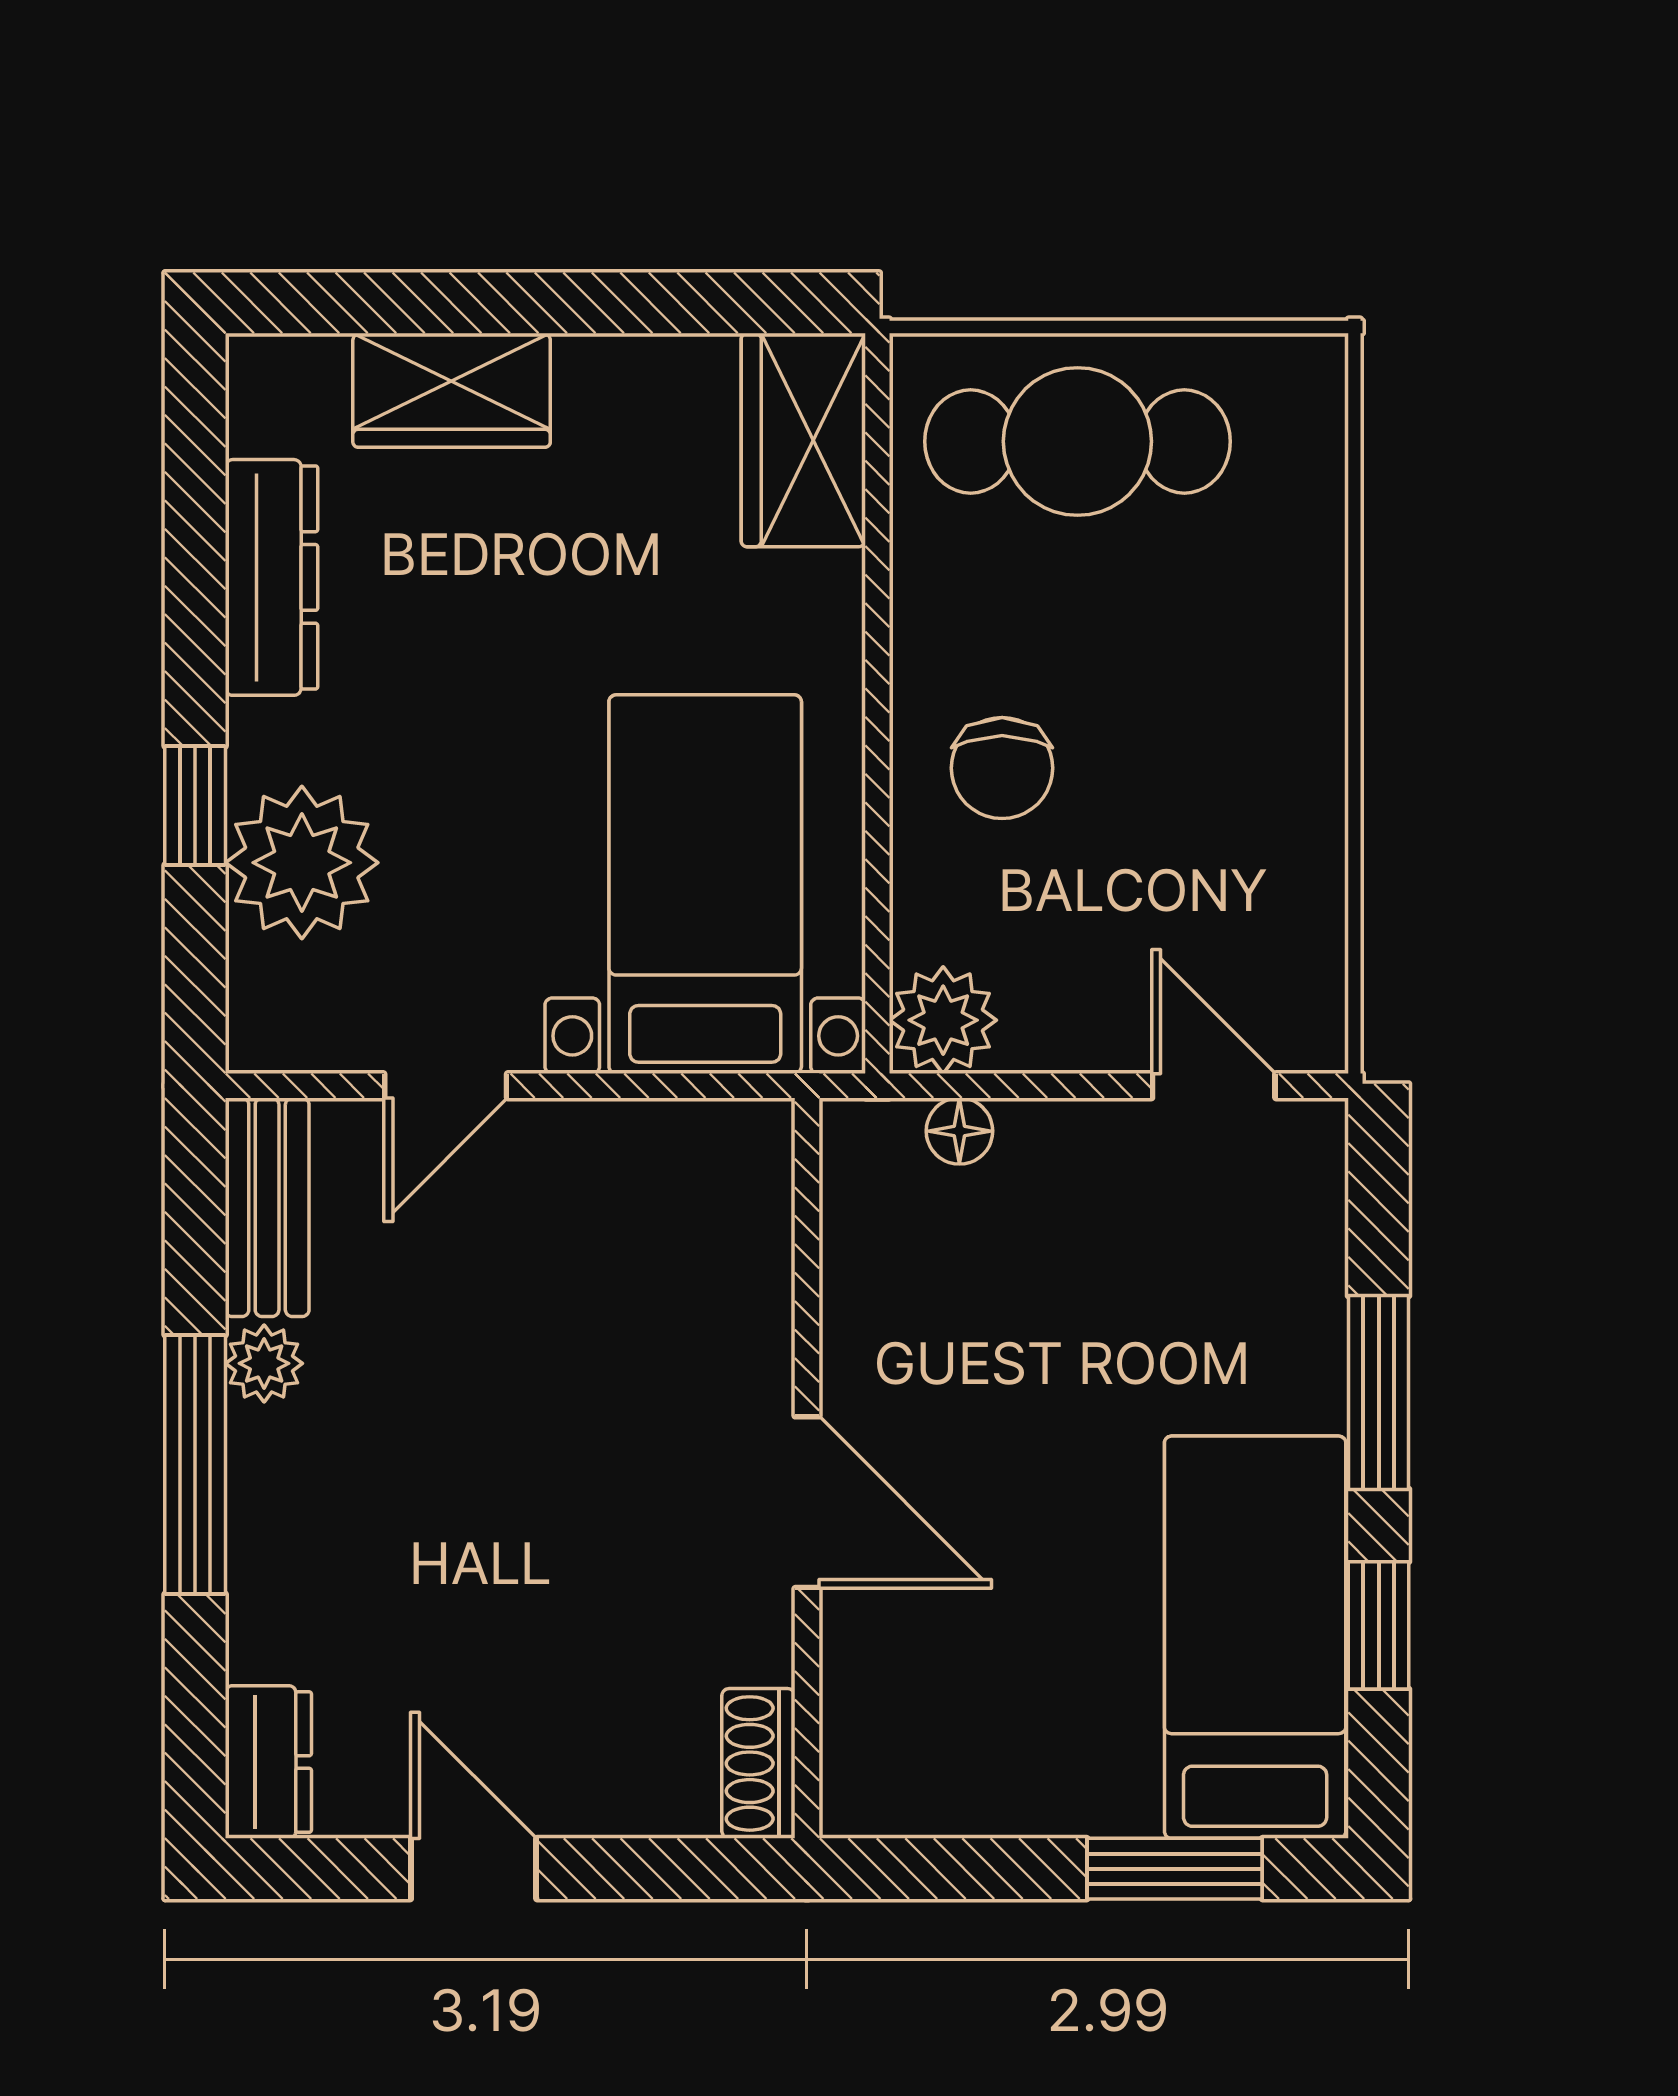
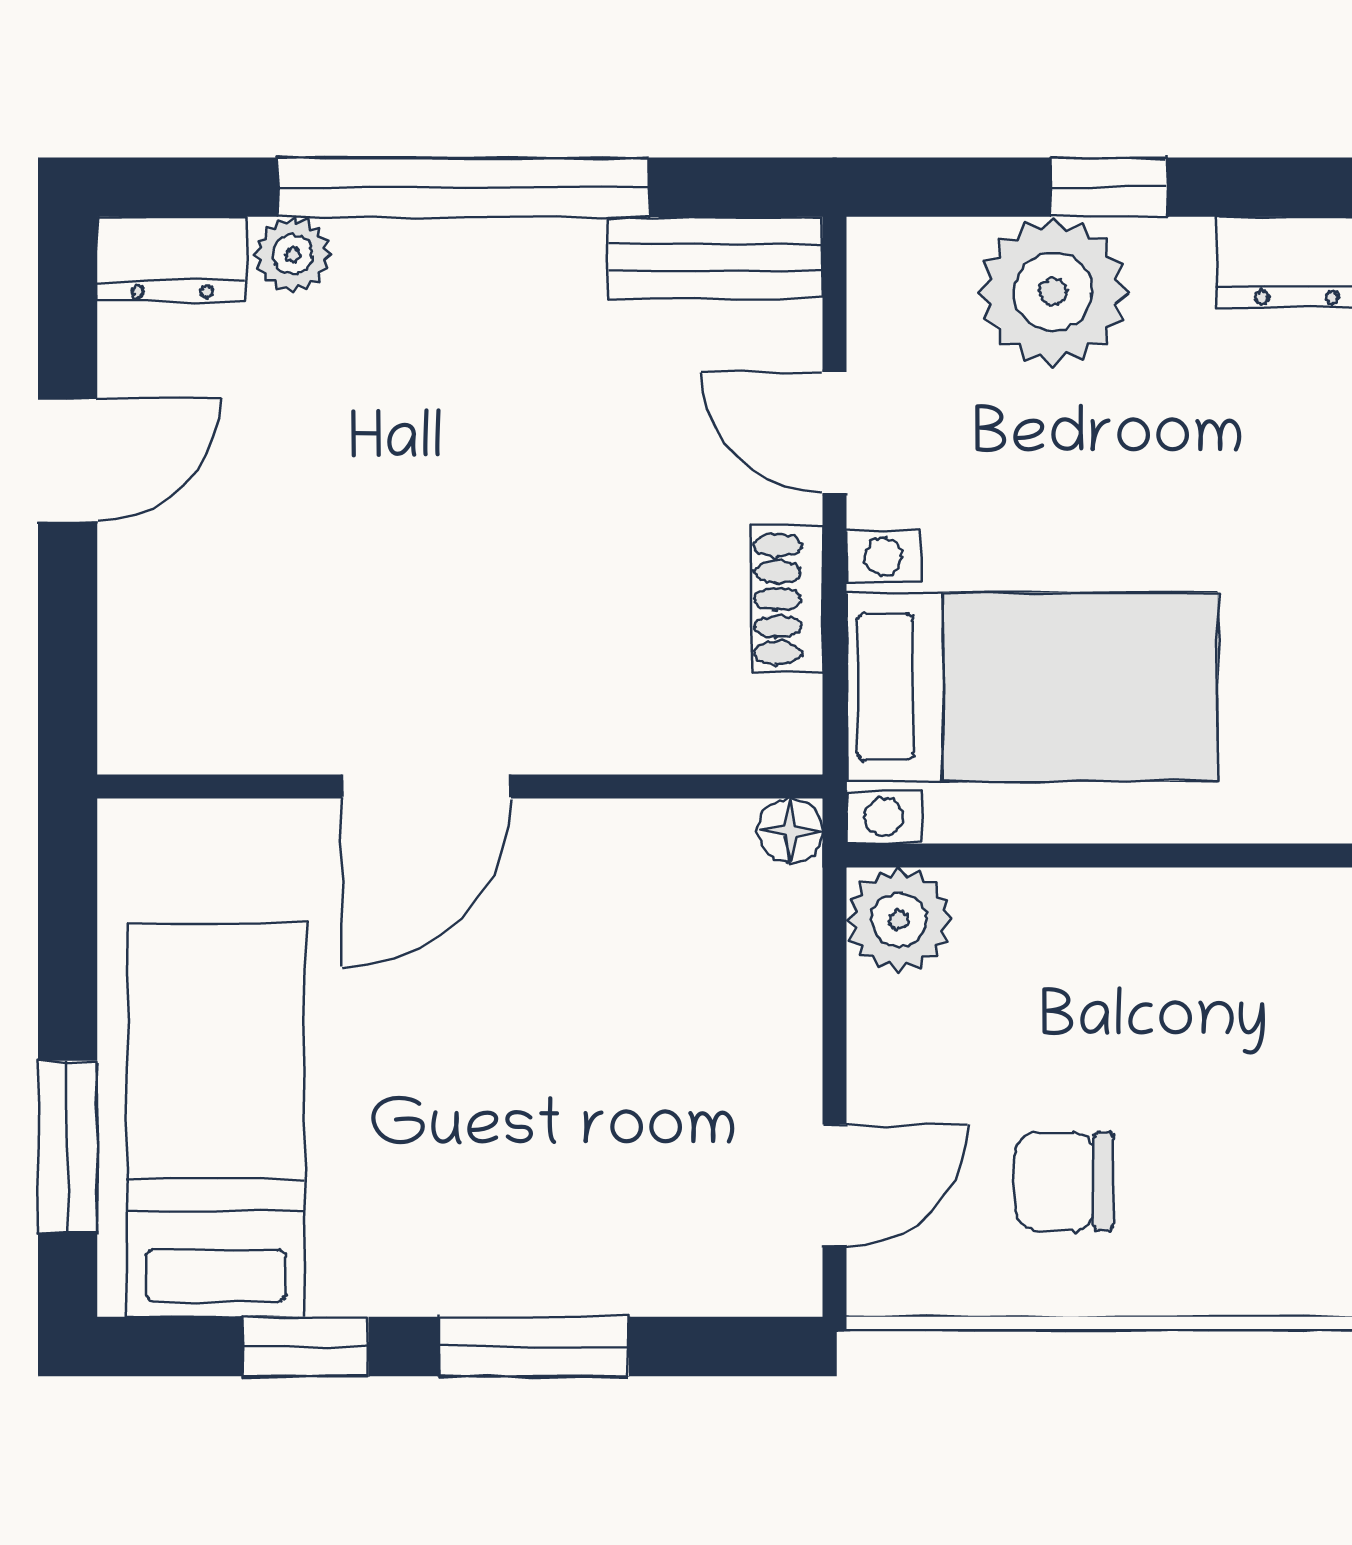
chair: (1002, 768) -> (1064, 1182), moved
floor lamp: (959, 1131) -> (790, 831), moved
plant: (264, 1363) -> (293, 255), moved
window: (195, 1465) -> (464, 187), width x1.46
bed: (1255, 1637) -> (216, 1120), moved, turned -90
shoe rack: (758, 1763) -> (787, 599), moved, turned -90

